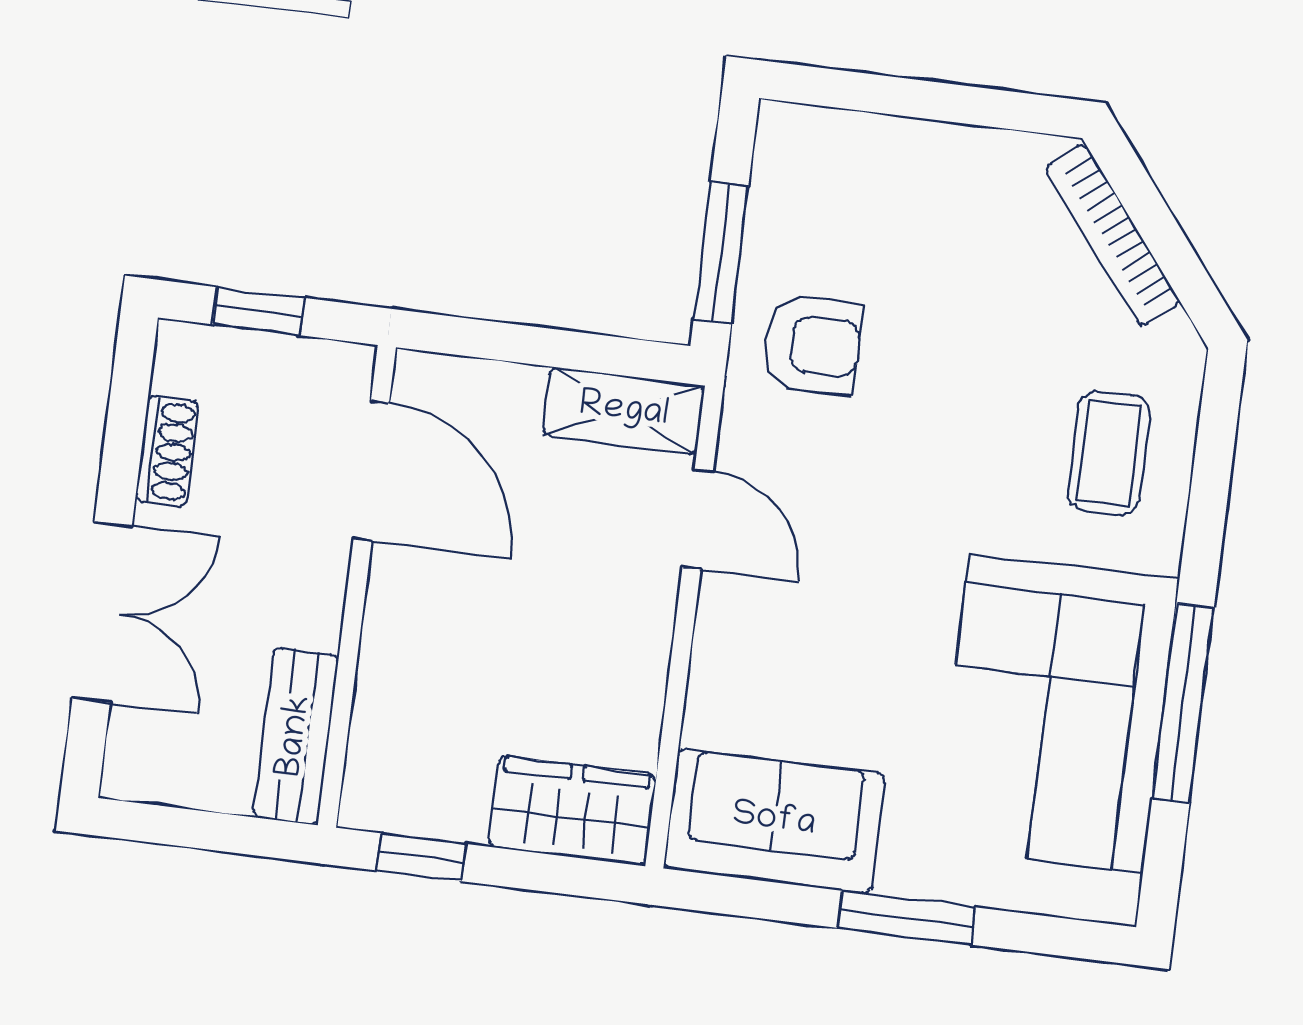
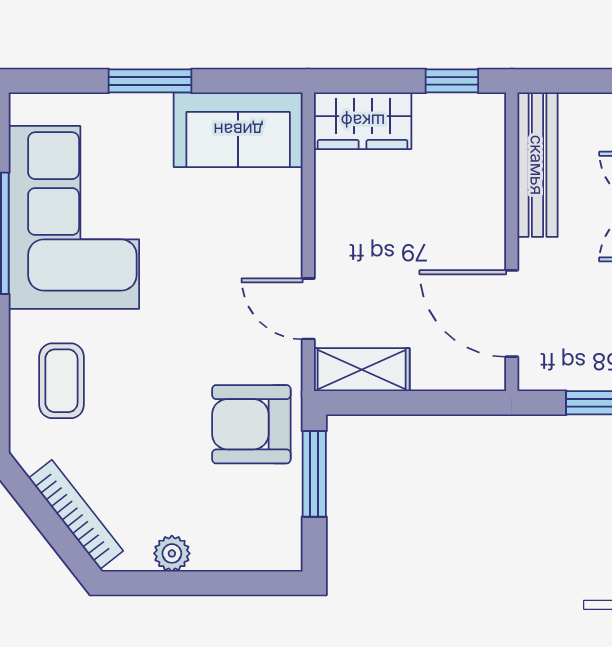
plant: (966, 153) -> (172, 553), added
armchair: (812, 345) -> (251, 424), width x1.38, depth x1.38
bench: (296, 736) -> (537, 165), width x1.36

